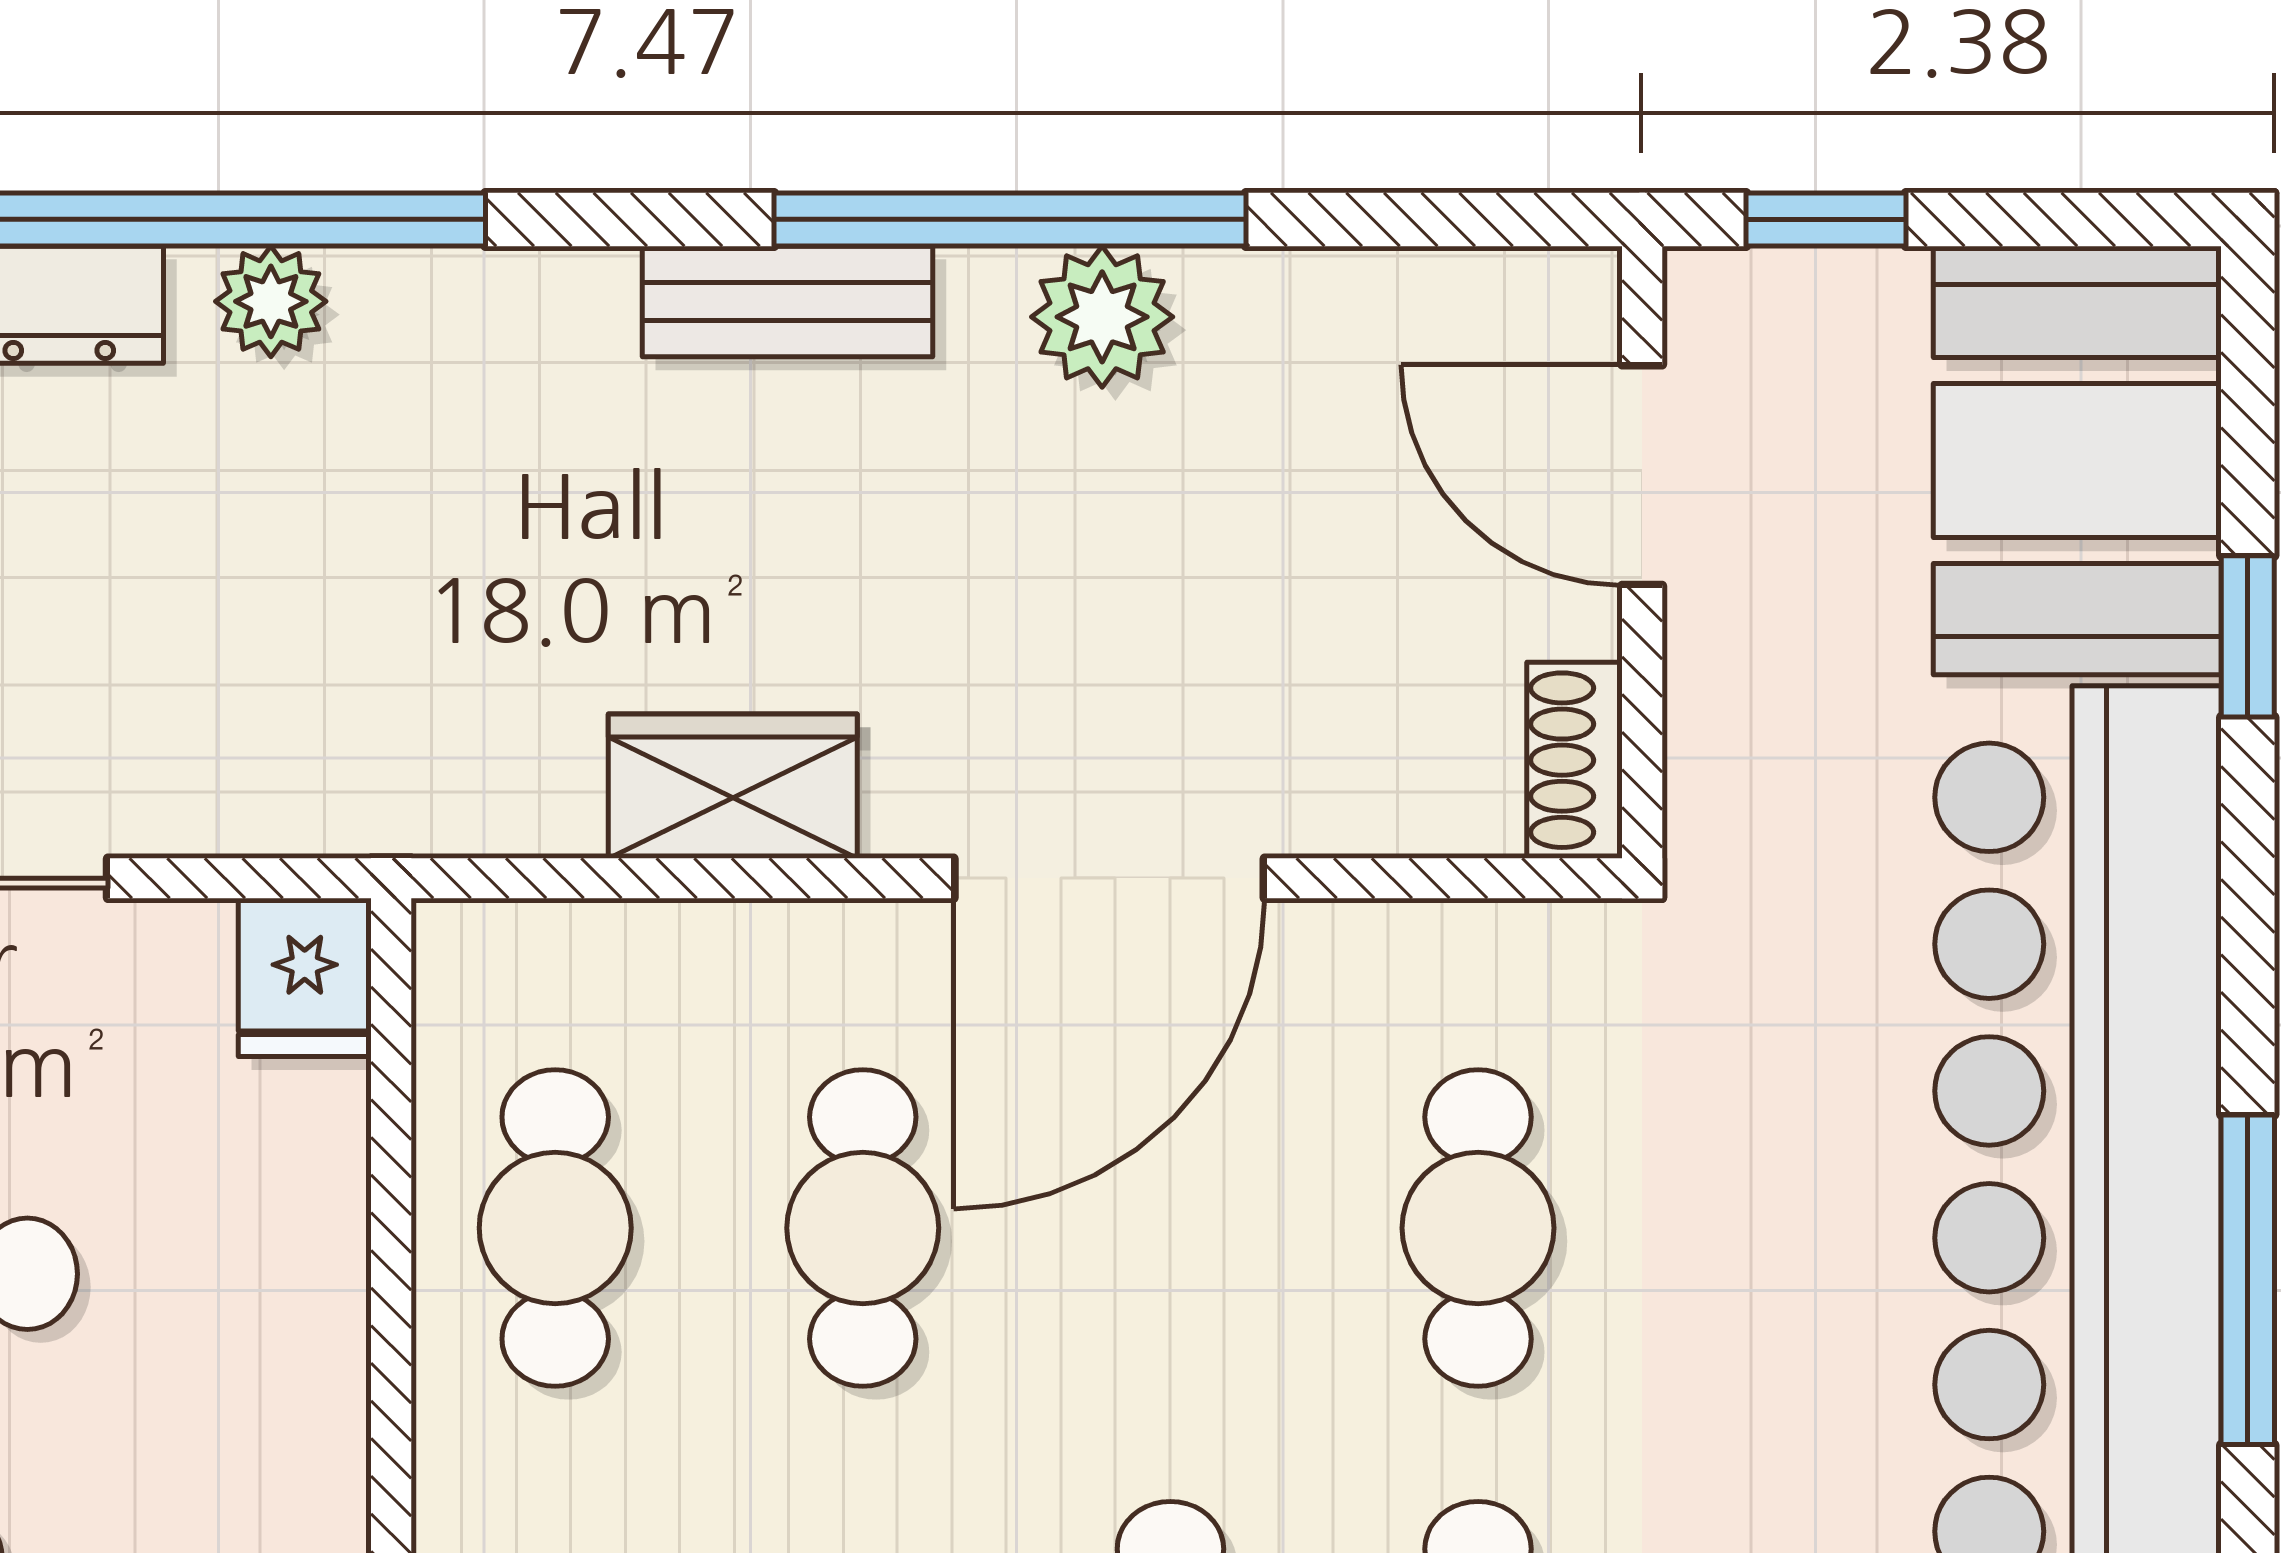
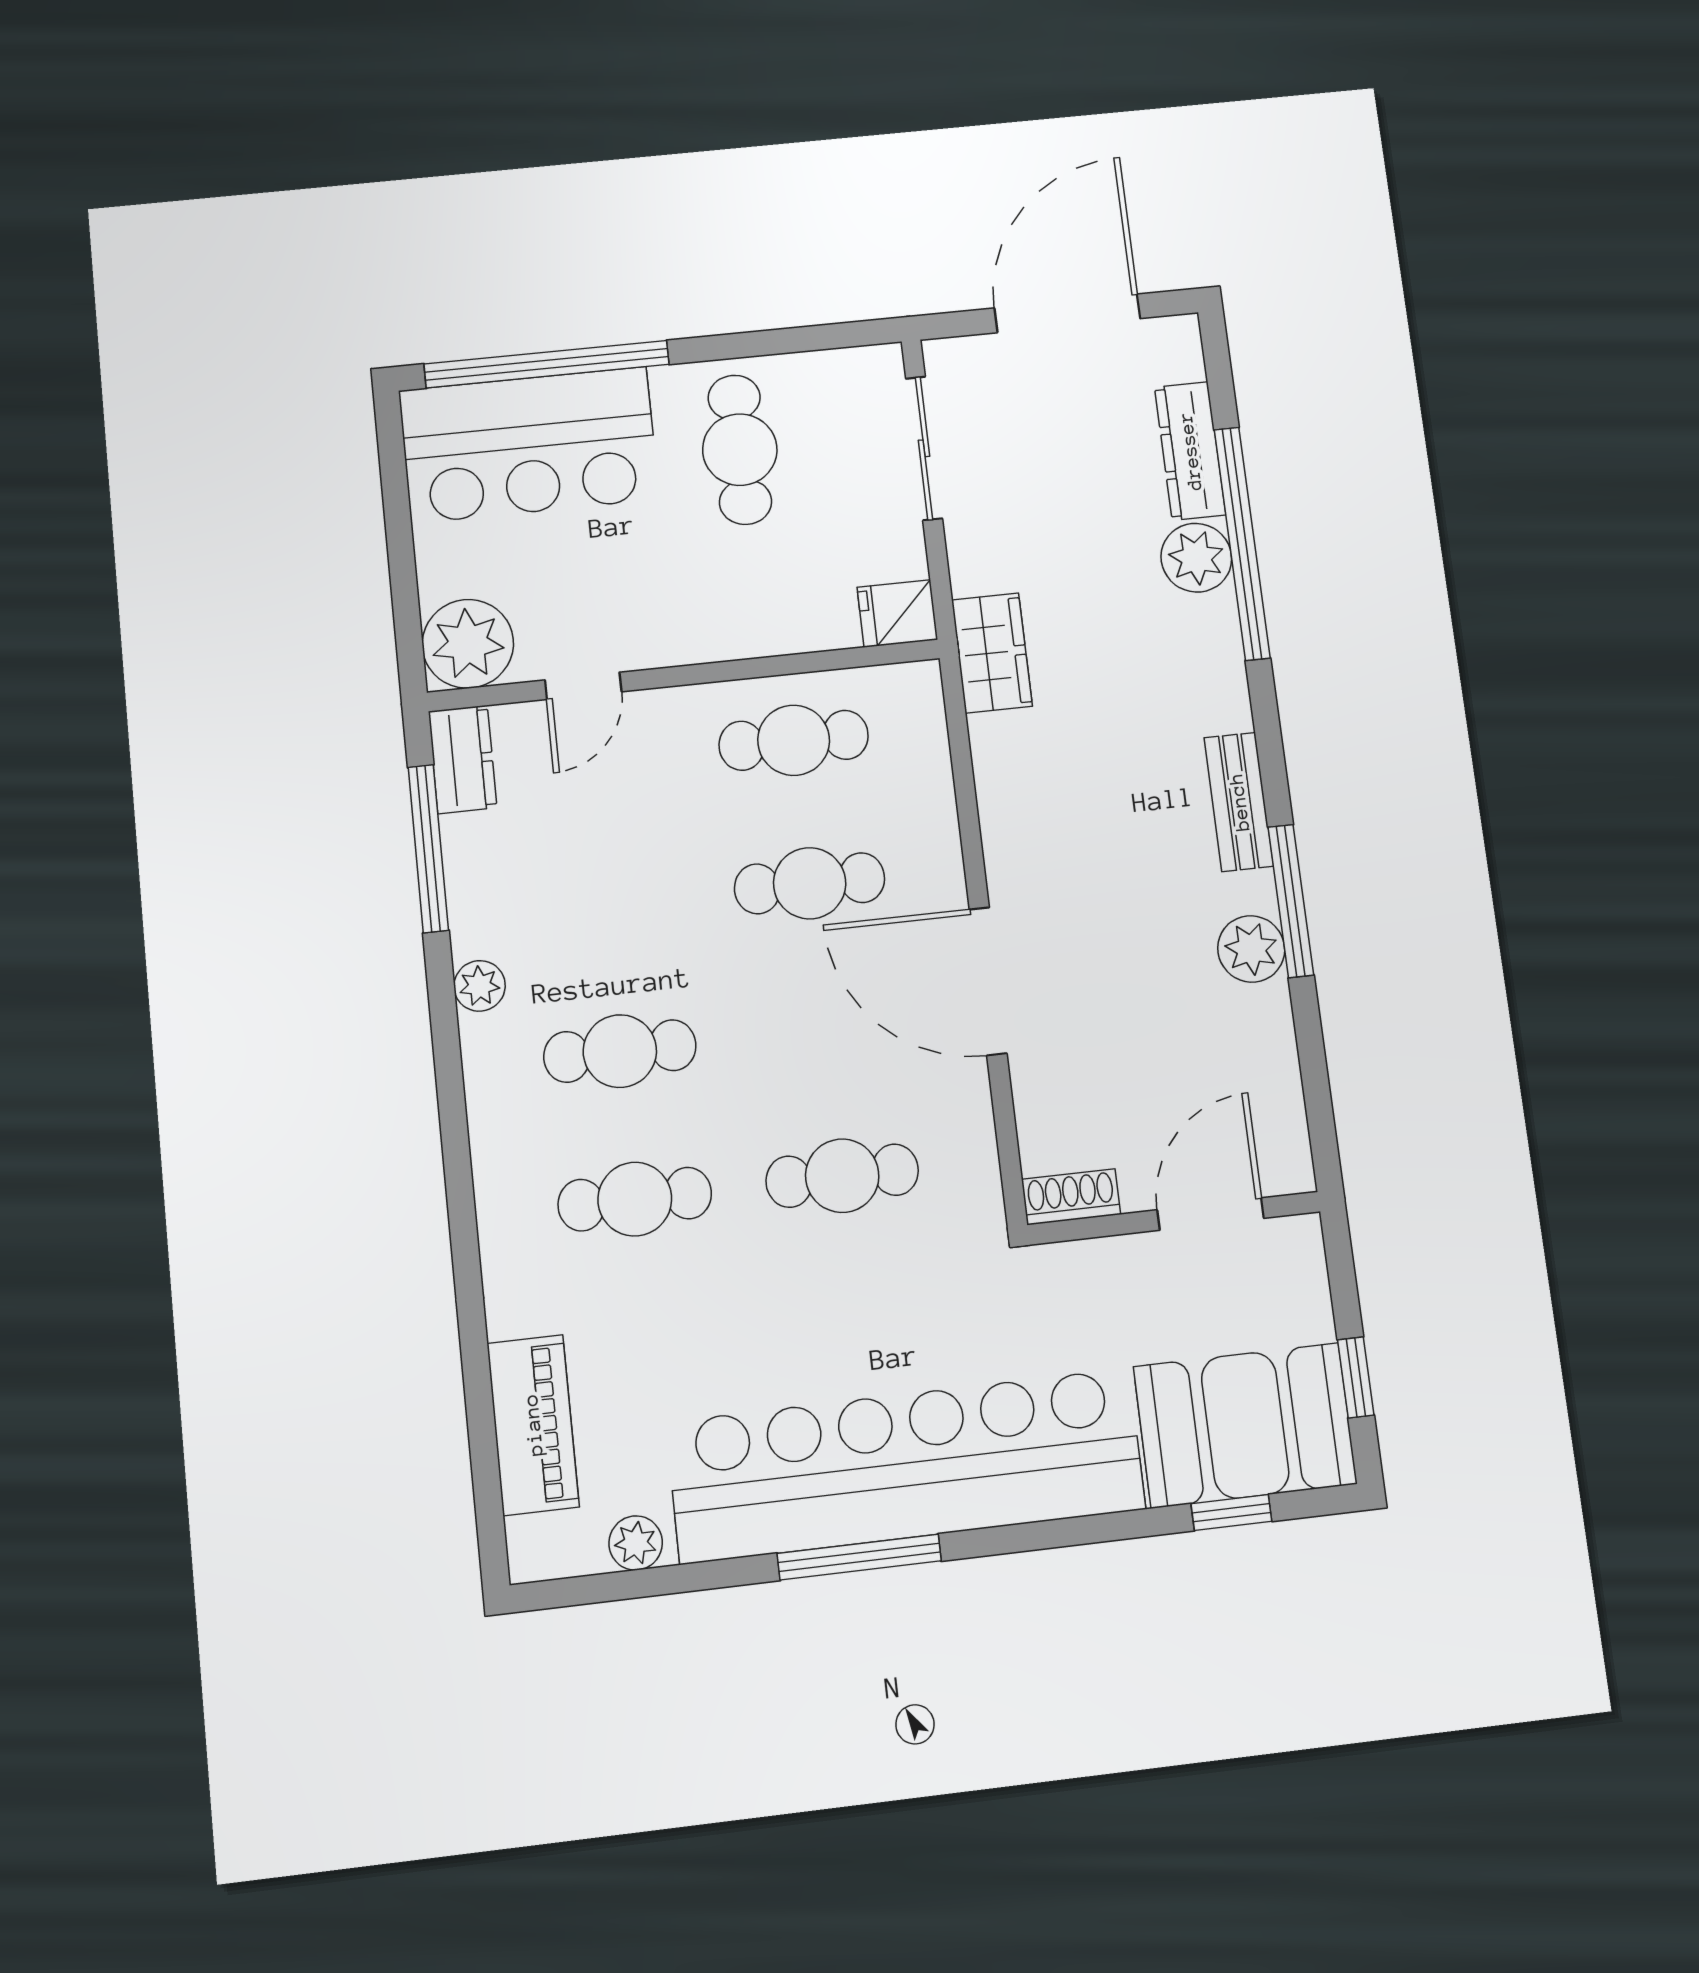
window: (1010, 219) -> (1291, 901), width x0.68
window: (1826, 219) -> (1356, 1377), moved
plant: (271, 301) -> (1196, 558), width x1.38, depth x1.38
window: (2248, 636) -> (1231, 1513), moved
wardrobe: (733, 786) -> (992, 653), moved

